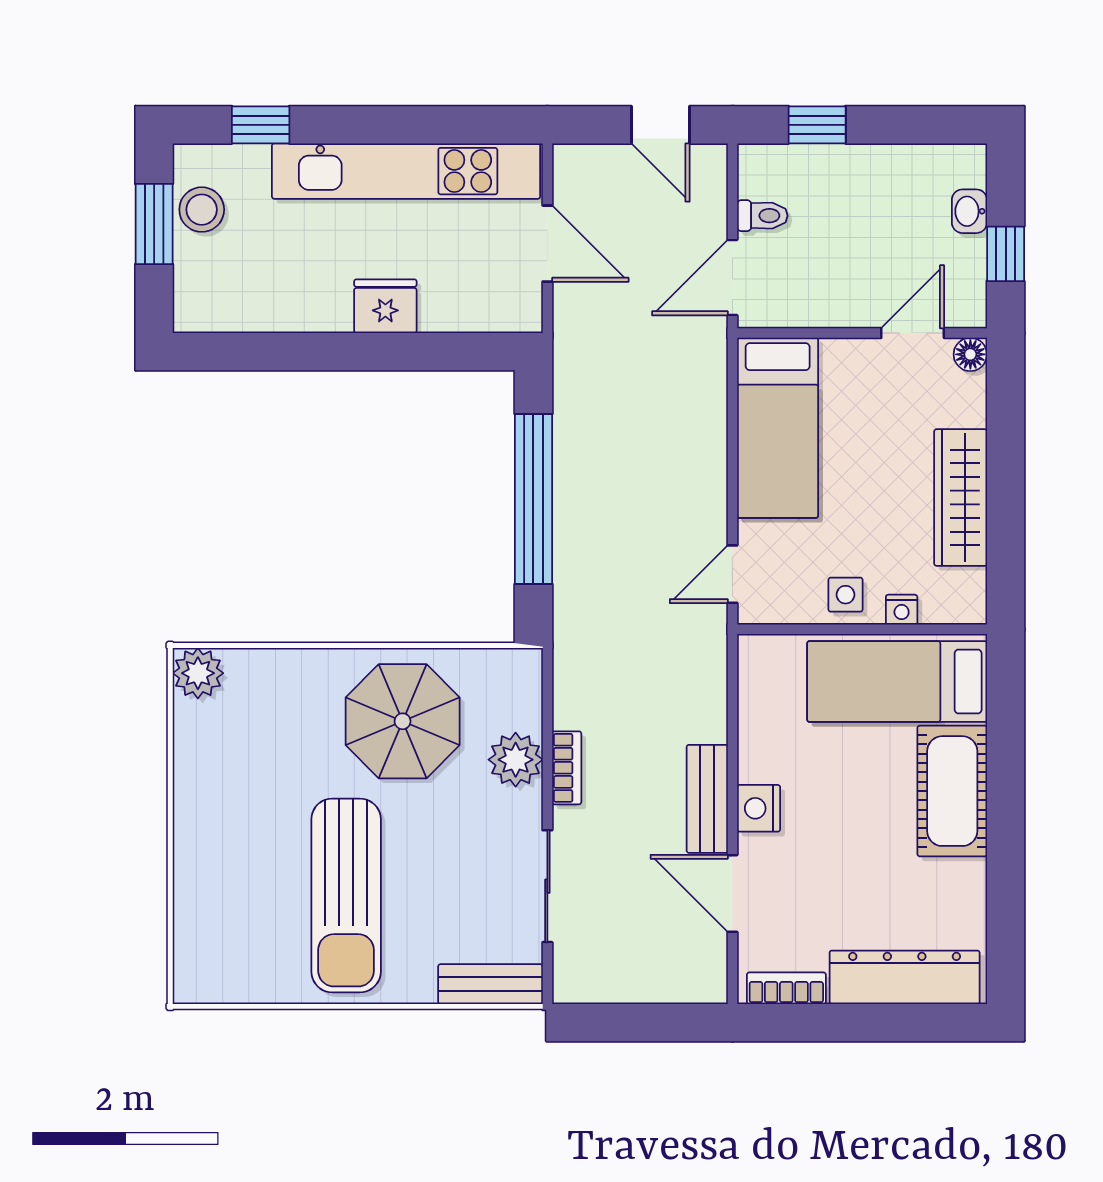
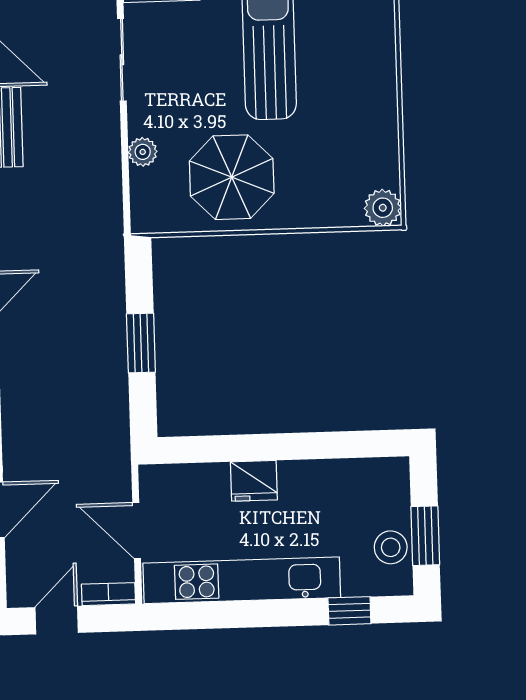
door: (660, 125) -> (57, 620), hinge flipped
window: (533, 499) -> (141, 343), width x0.47
plant: (516, 760) -> (143, 152), width x0.73, depth x0.73
bookcase: (567, 768) -> (108, 594), moved, turned 90

